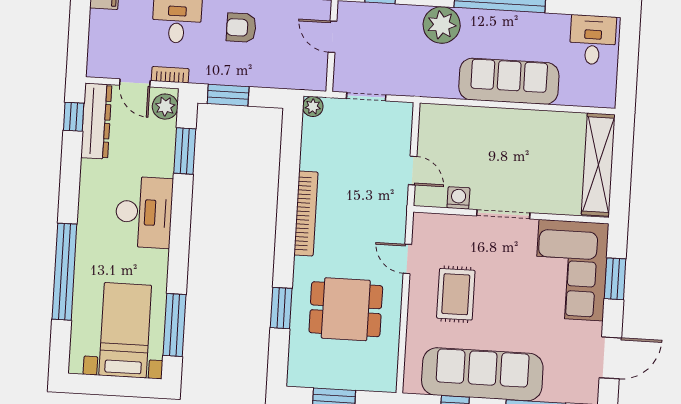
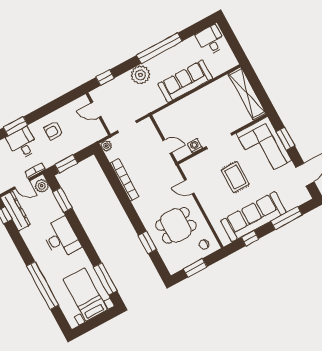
bookcase: (306, 213) -> (125, 180), moved
rug: (456, 294) -> (235, 177), moved
chair: (372, 369) -> (204, 245), added

